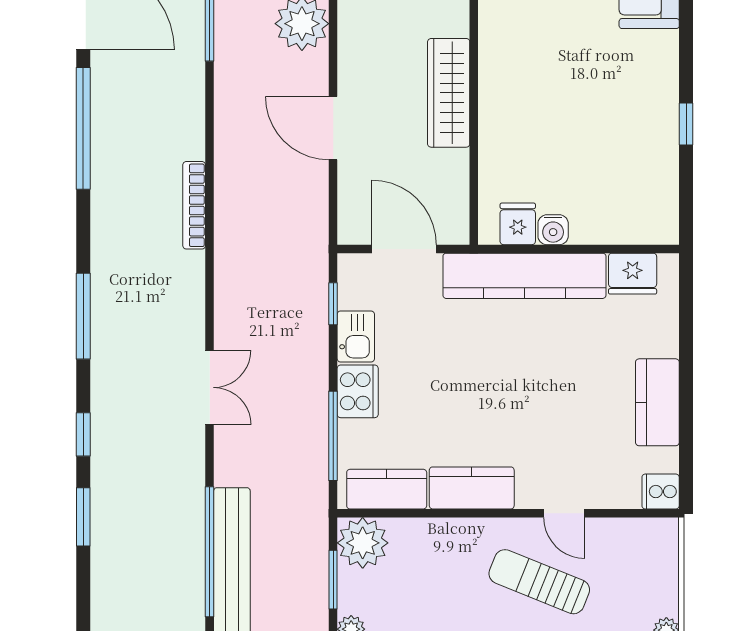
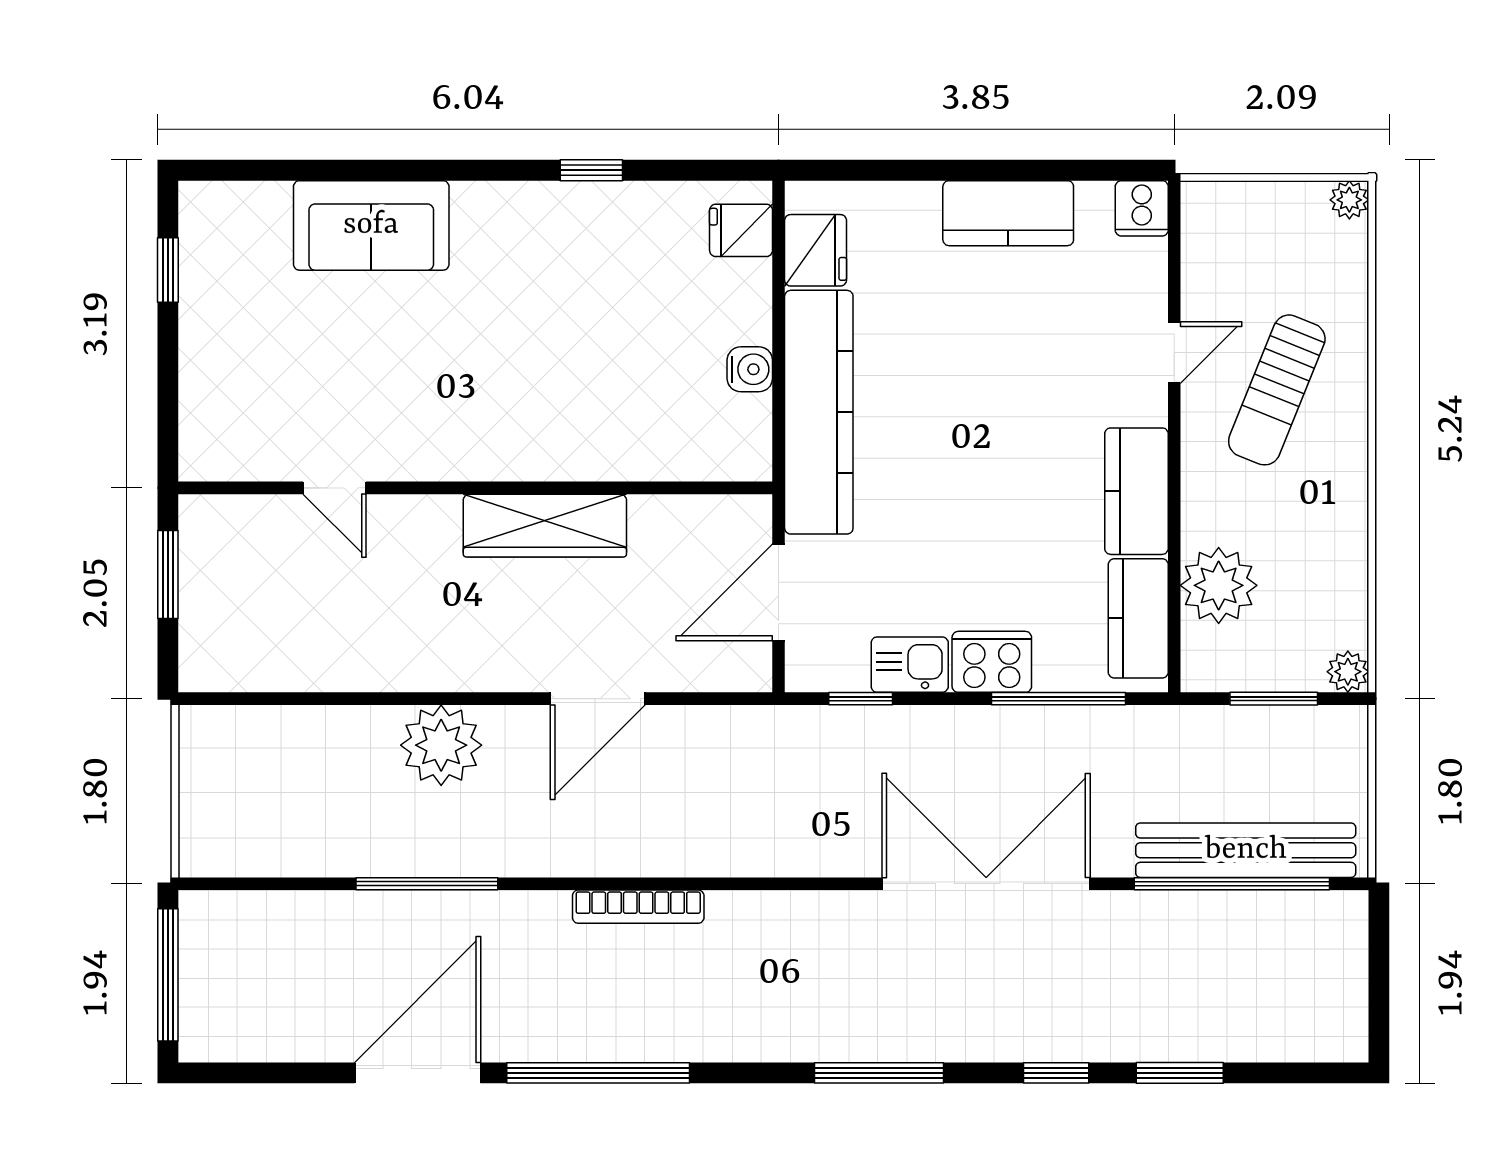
bookcase: (194, 205) -> (638, 907), moved
fridge: (518, 224) -> (741, 230), moved
double door: (210, 387) -> (986, 884), width x1.87
plant: (363, 543) -> (1219, 585), moved

